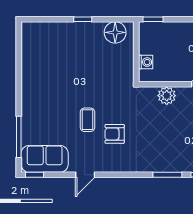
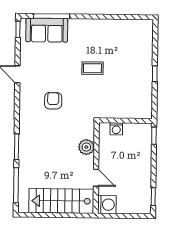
floor lamp: (115, 32) -> (143, 102), removed
coffee table: (87, 120) -> (92, 68), moved
sofa: (45, 159) -> (47, 30), moved, turned 90

